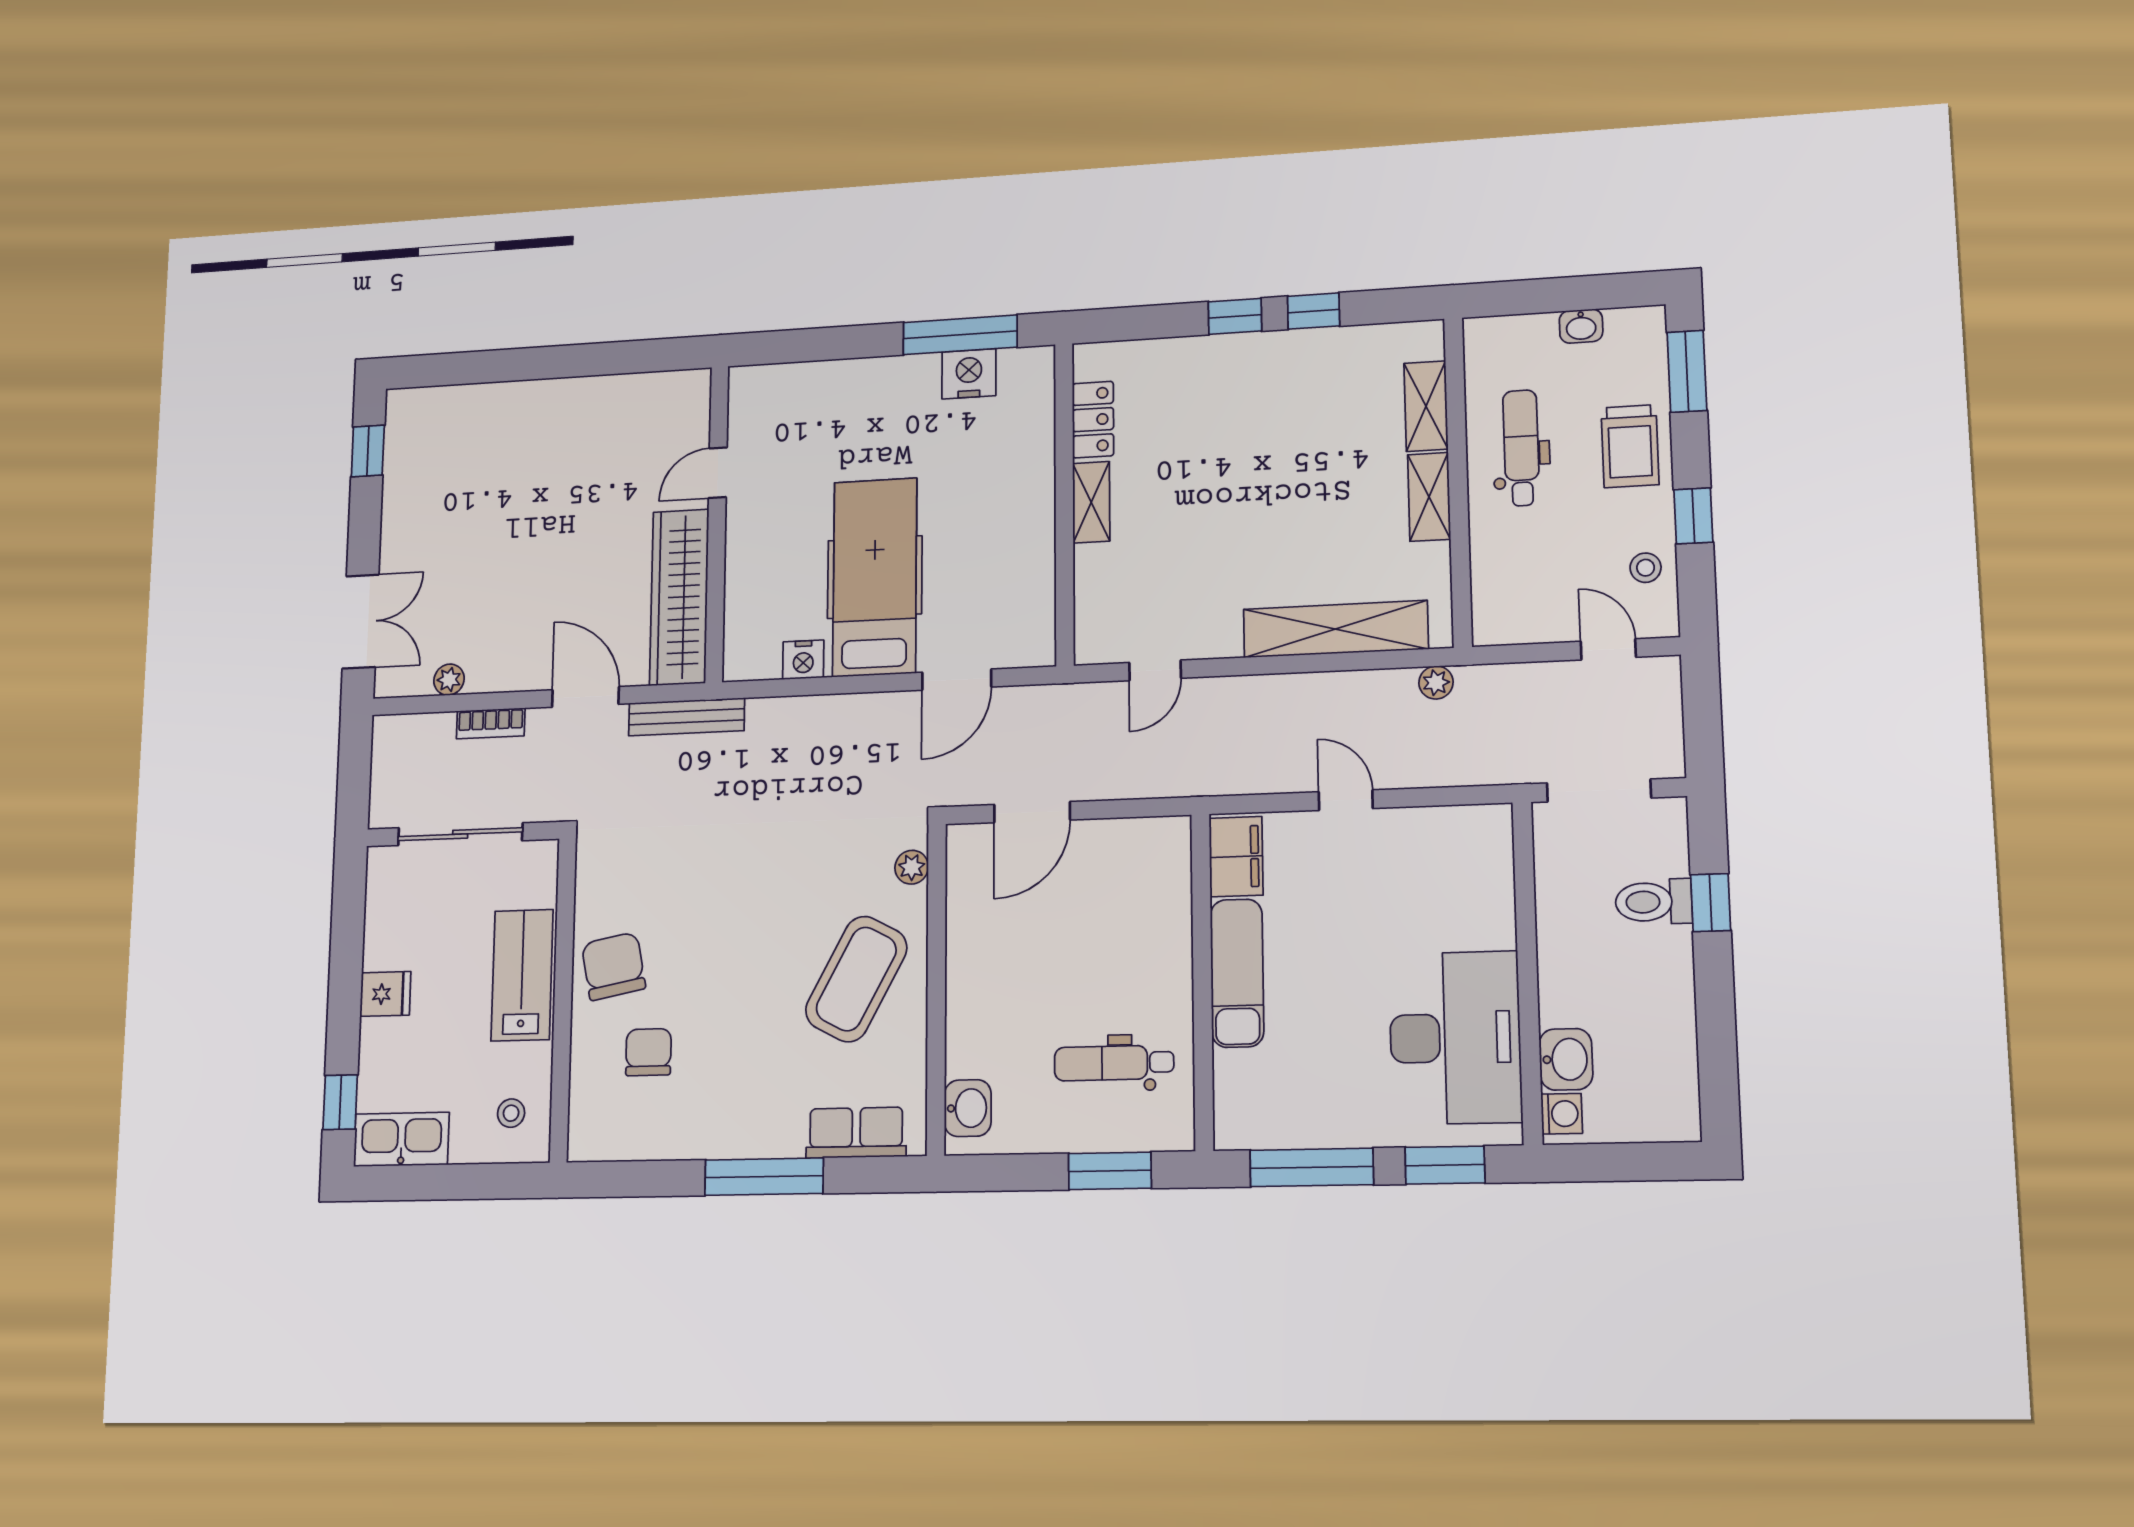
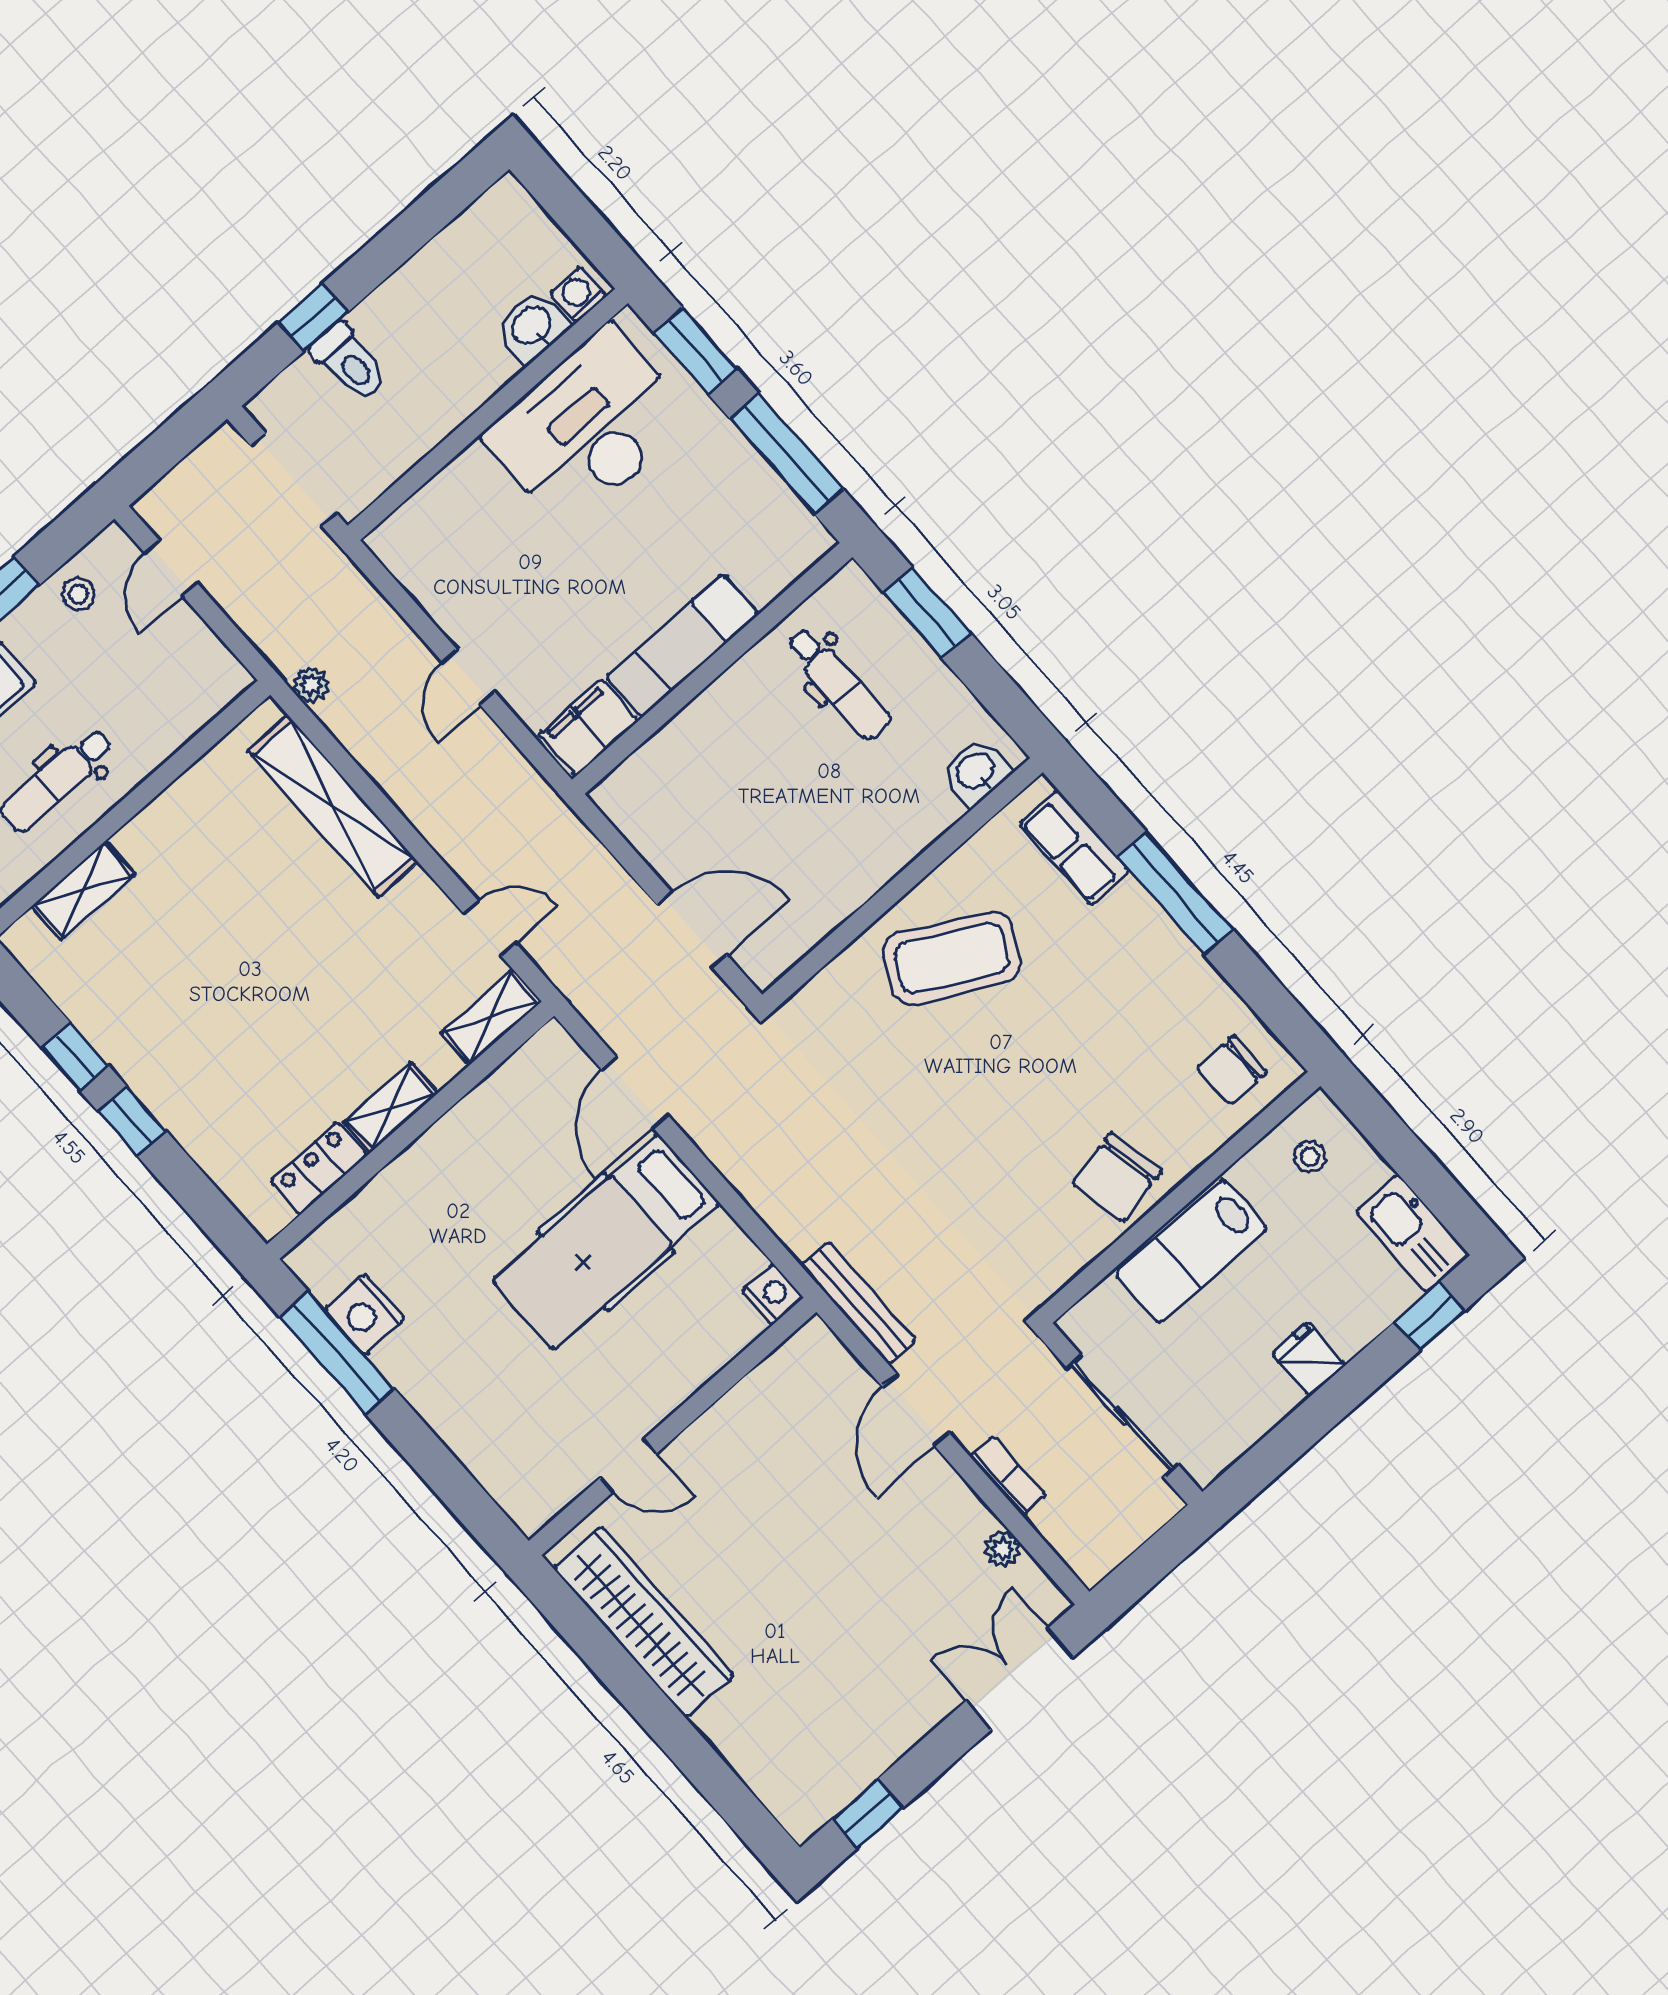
shelving: (1429, 497) -> (491, 1017), moved
wardrobe: (679, 597) -> (644, 1622), moved, turned -90
nightstand: (803, 660) -> (773, 1294), moved
door: (957, 680) -> (635, 1092), swing flipped
plant: (912, 867) -> (822, 992), removed
chair: (648, 1052) -> (1232, 1070), moved

